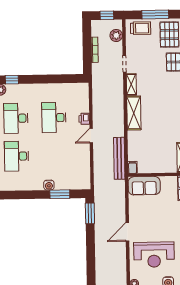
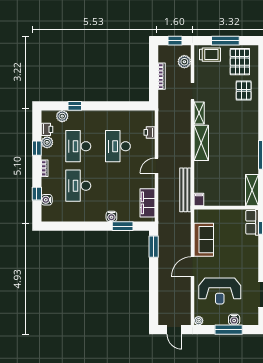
printer: (84, 119) -> (150, 132), moved
filing cabinet: (83, 171) -> (147, 203), added
sofa: (144, 186) -> (204, 240), moved, turned -90

